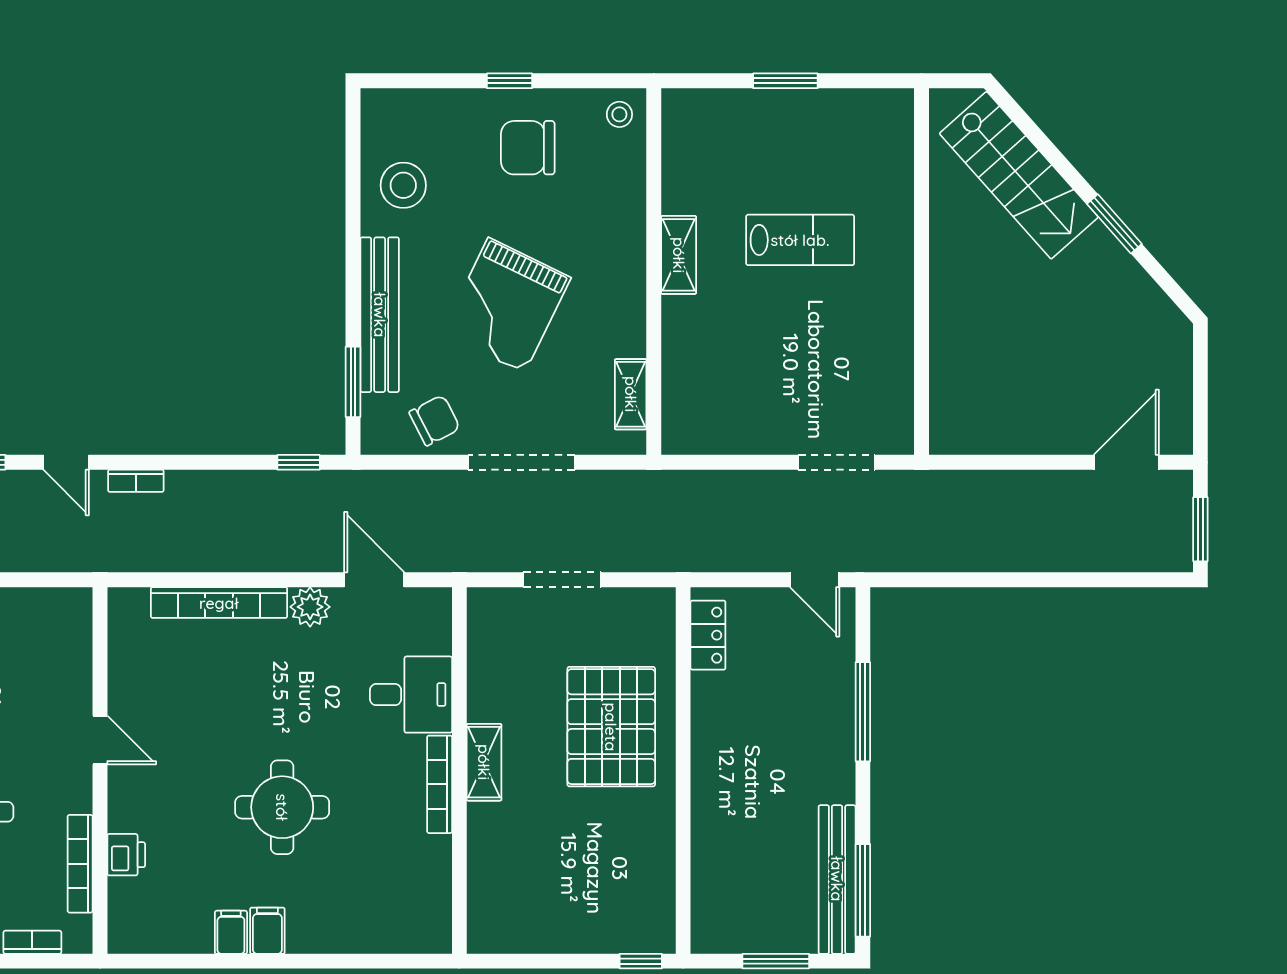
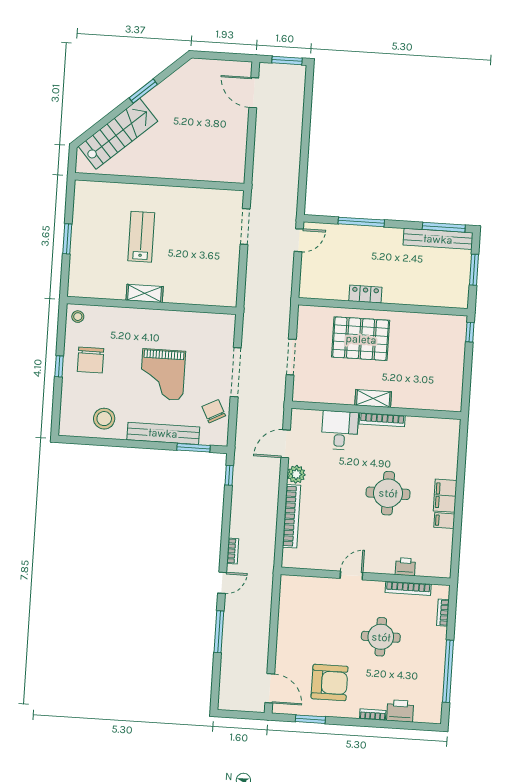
grand piano: (506, 305) -> (163, 375), turned 64
shelving: (631, 394) -> (208, 320), removed
locker: (708, 635) -> (365, 294), moved
filing cabinet: (267, 931) -> (445, 496), width x2.00

